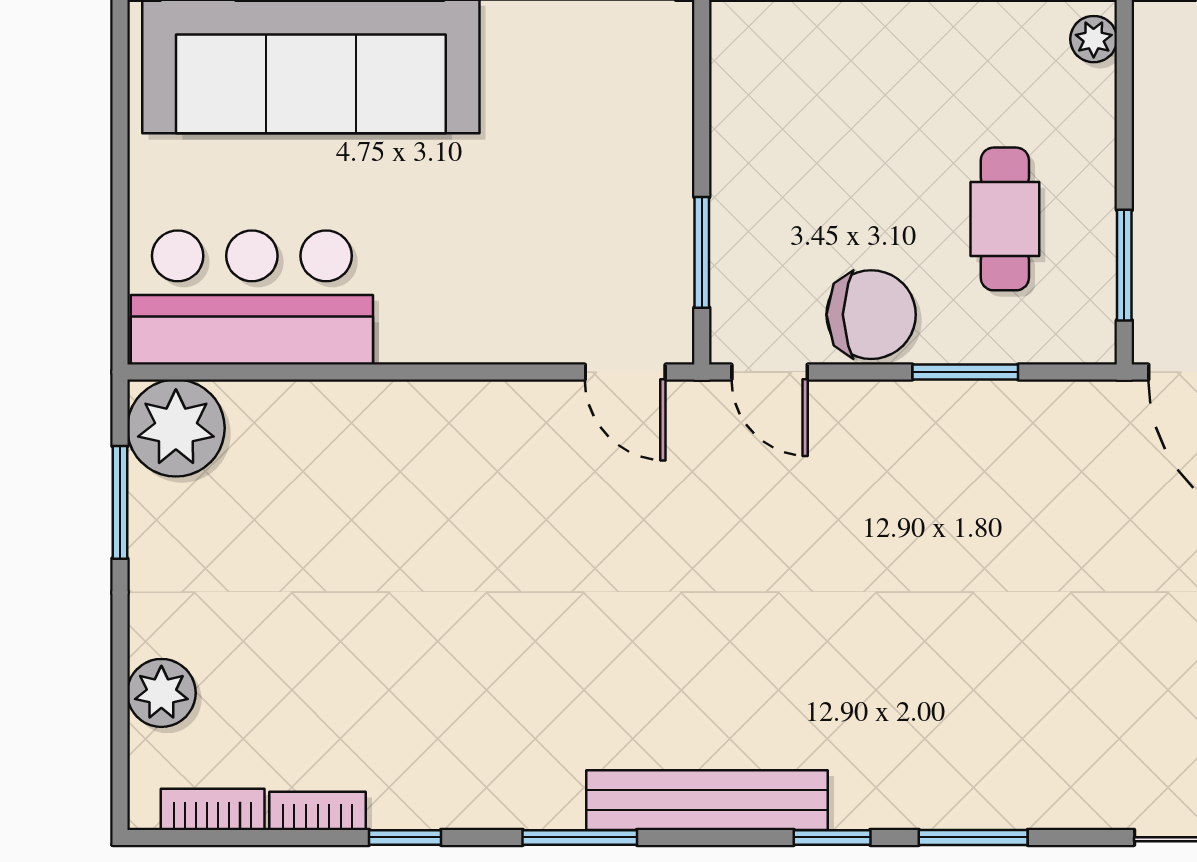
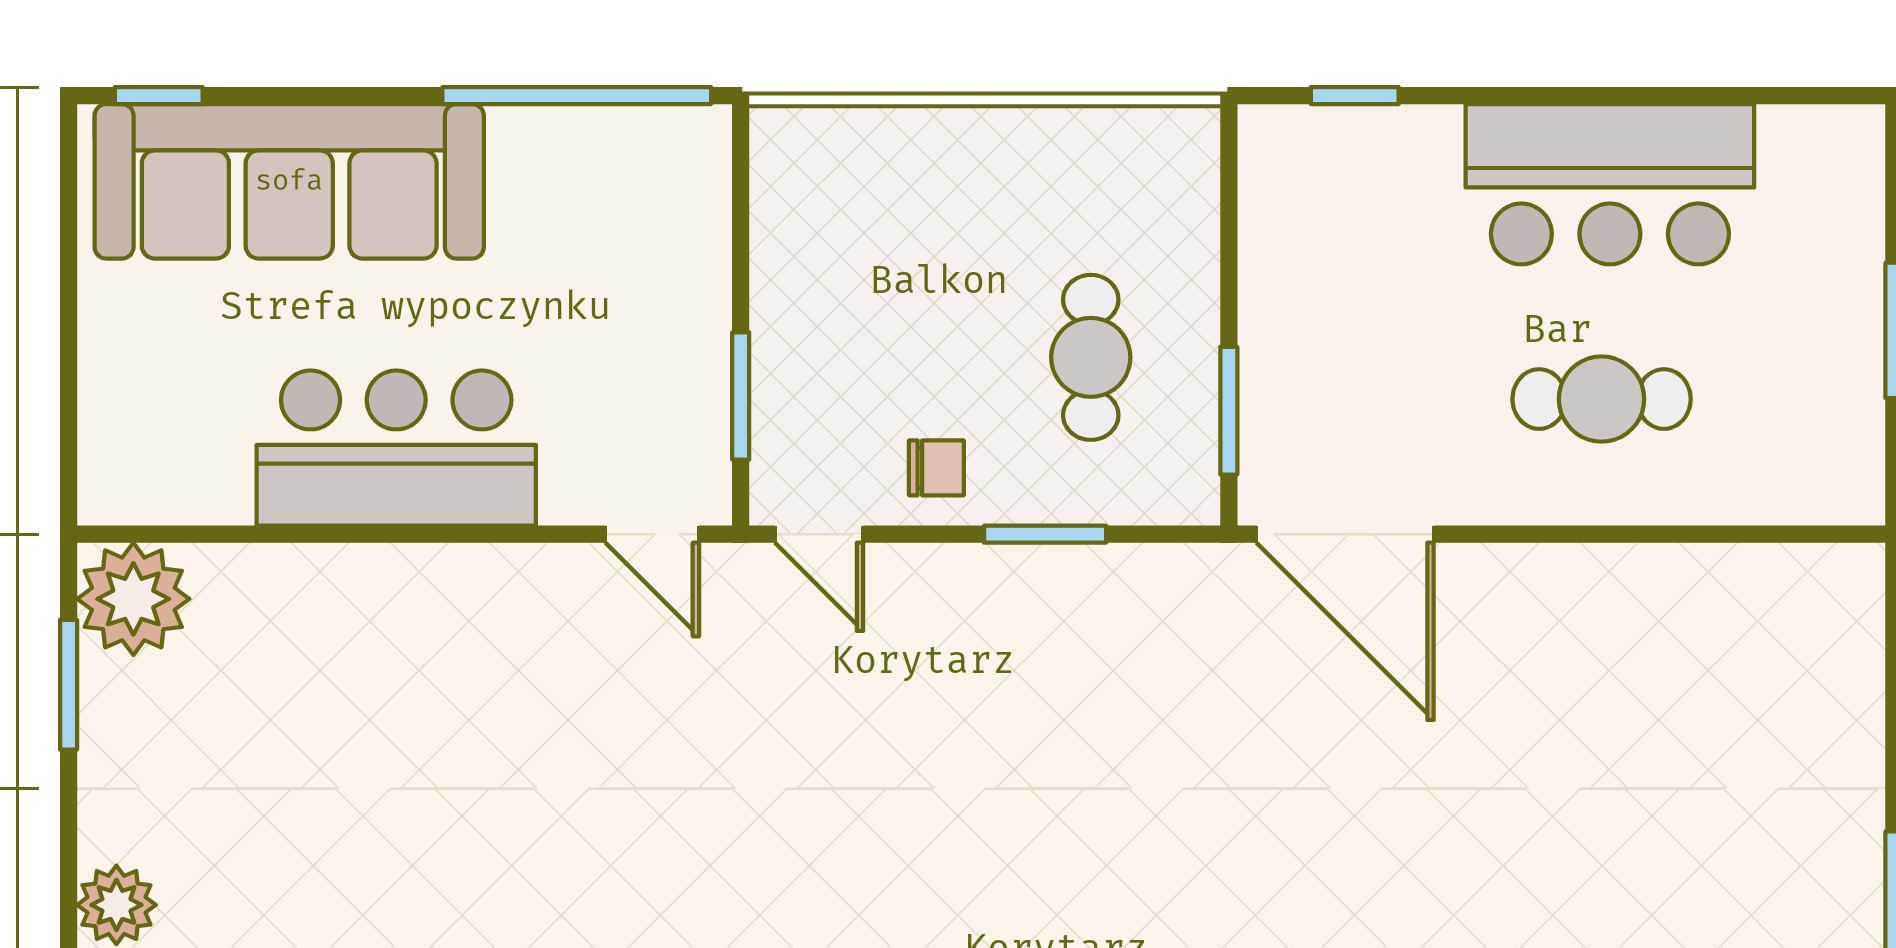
plant: (1094, 39) -> (1193, 150), removed
bar counter: (252, 297) -> (396, 448), moved
chair: (871, 315) -> (936, 468), width x0.54, depth x0.54

